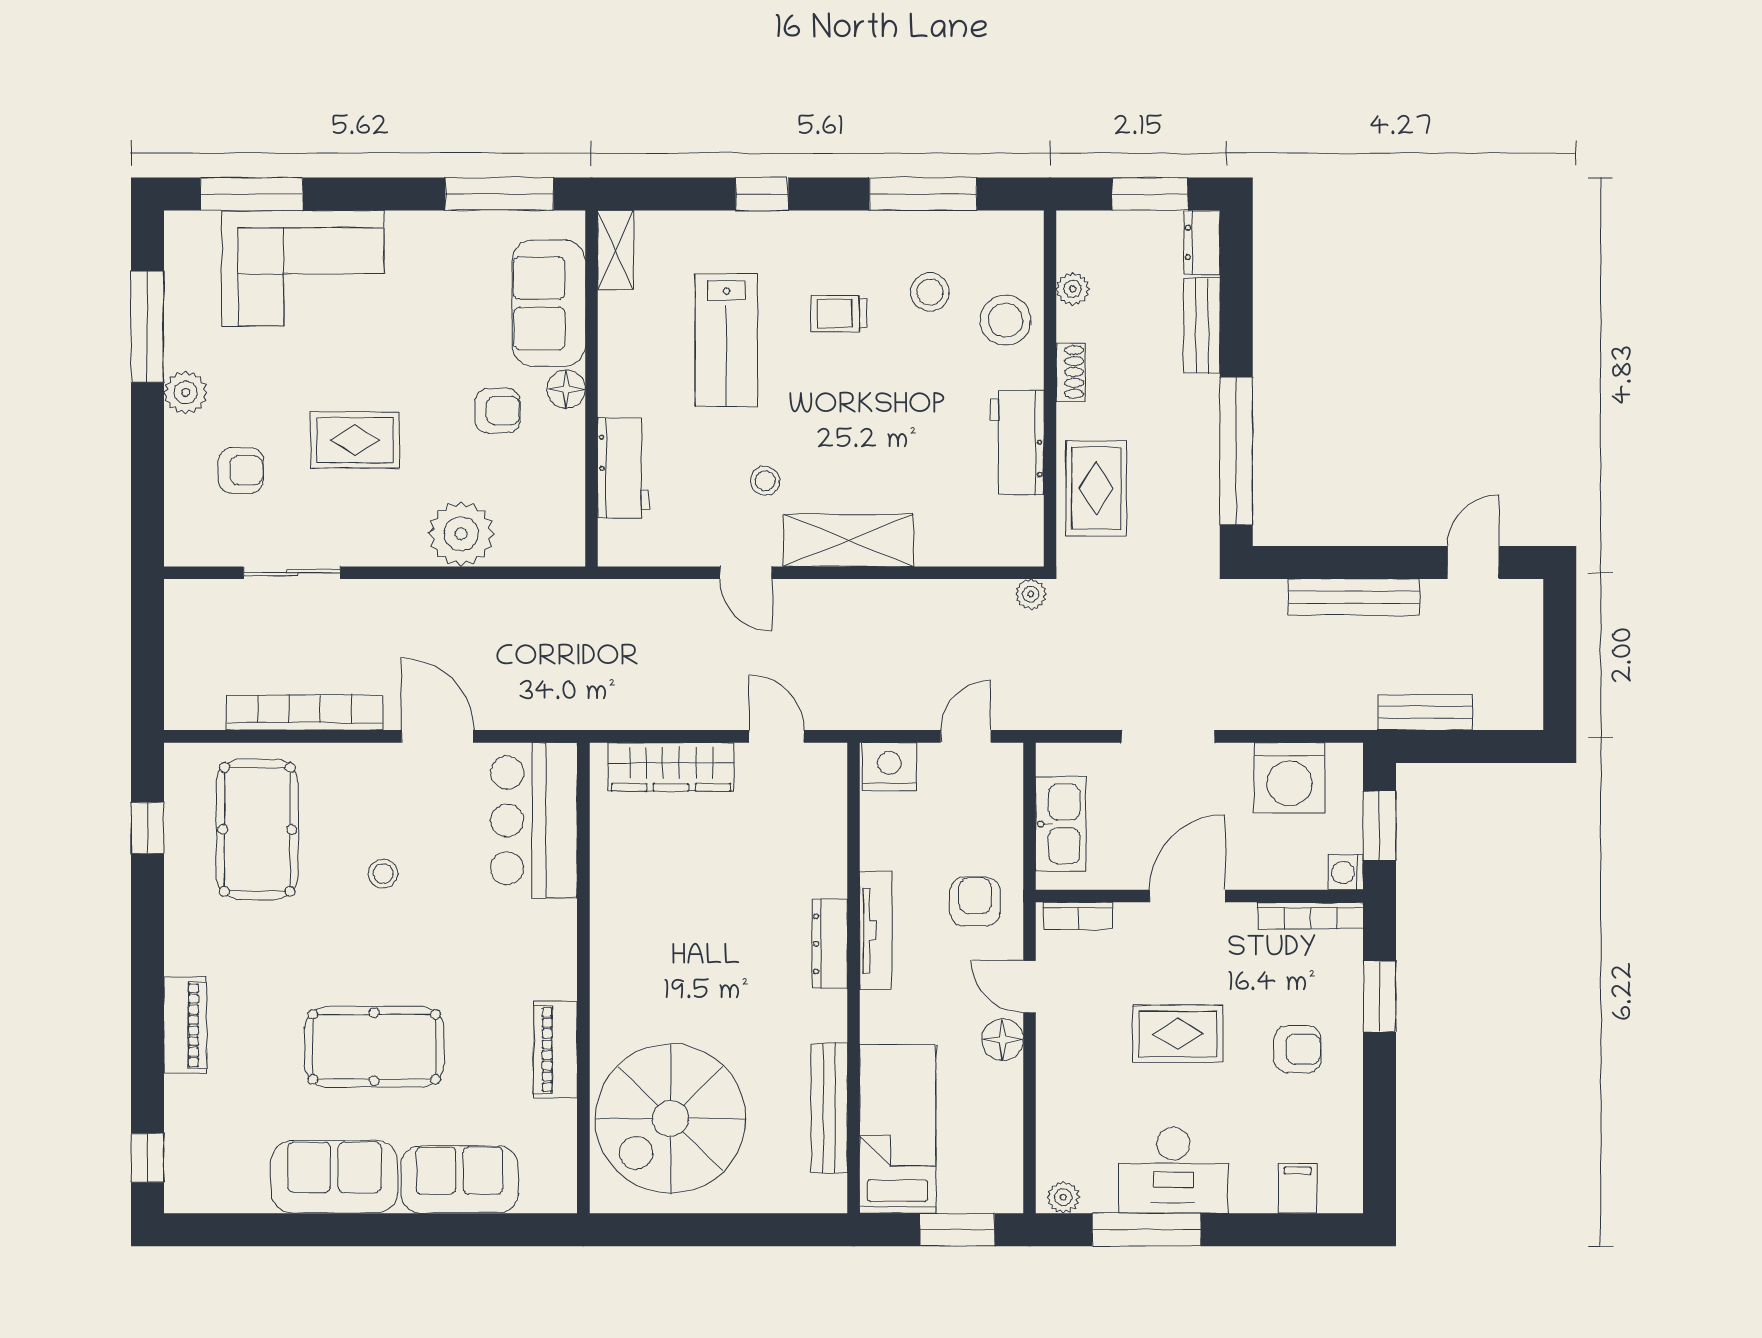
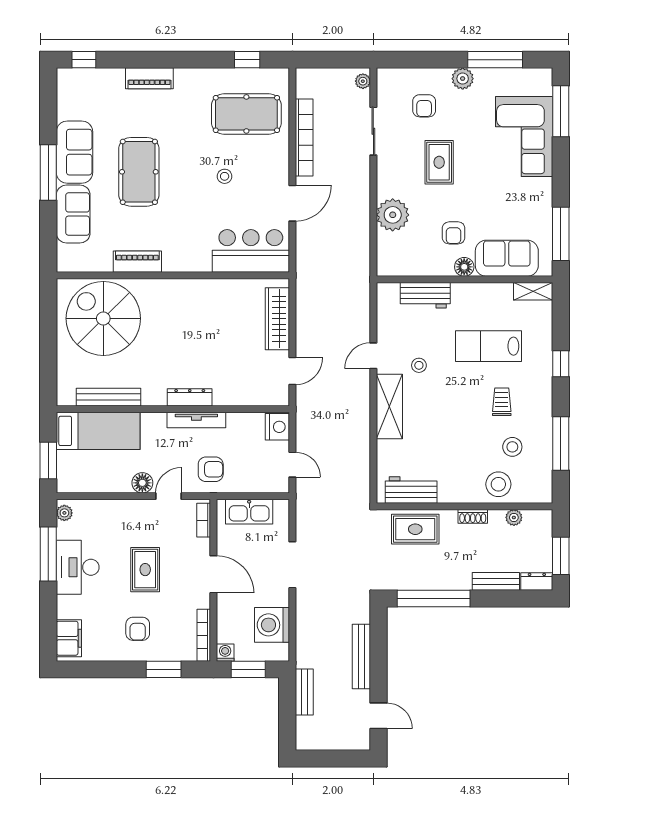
workbench: (1017, 443) -> (411, 490), moved
plant: (1031, 594) -> (363, 81), moved
filing cabinet: (1298, 1188) -> (69, 638), width x2.00
window: (375, 1230) -> (48, 172), added

